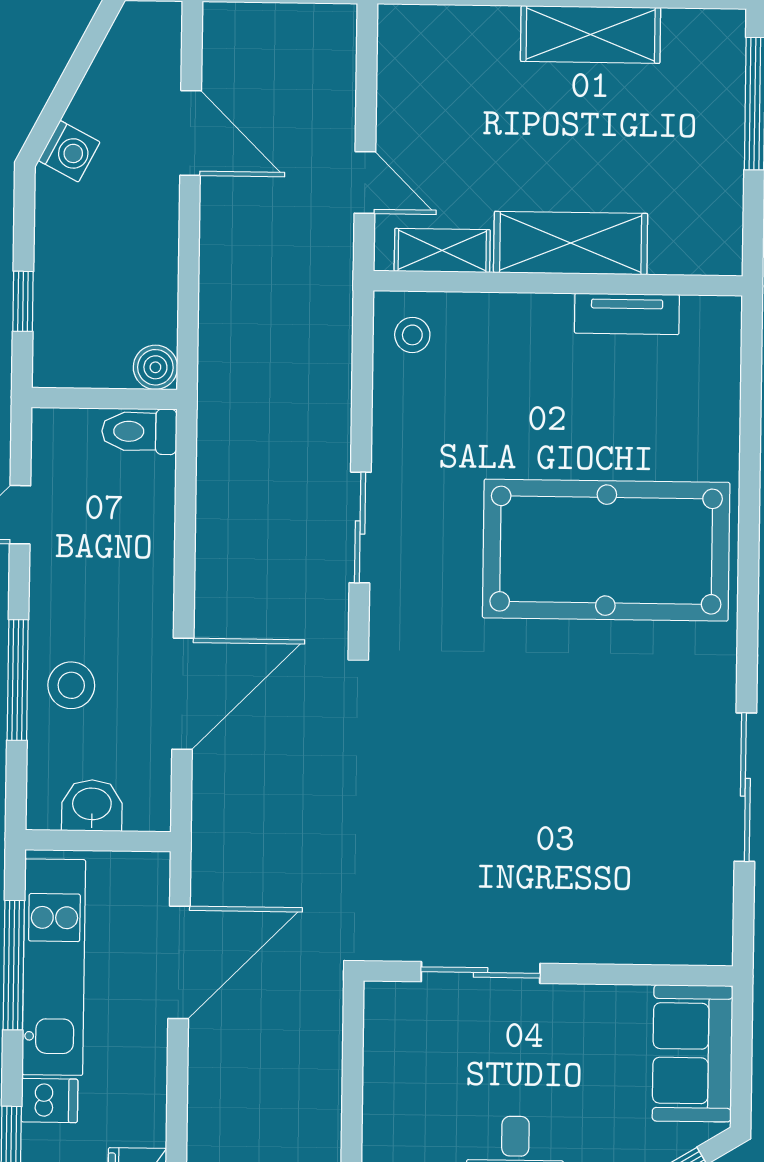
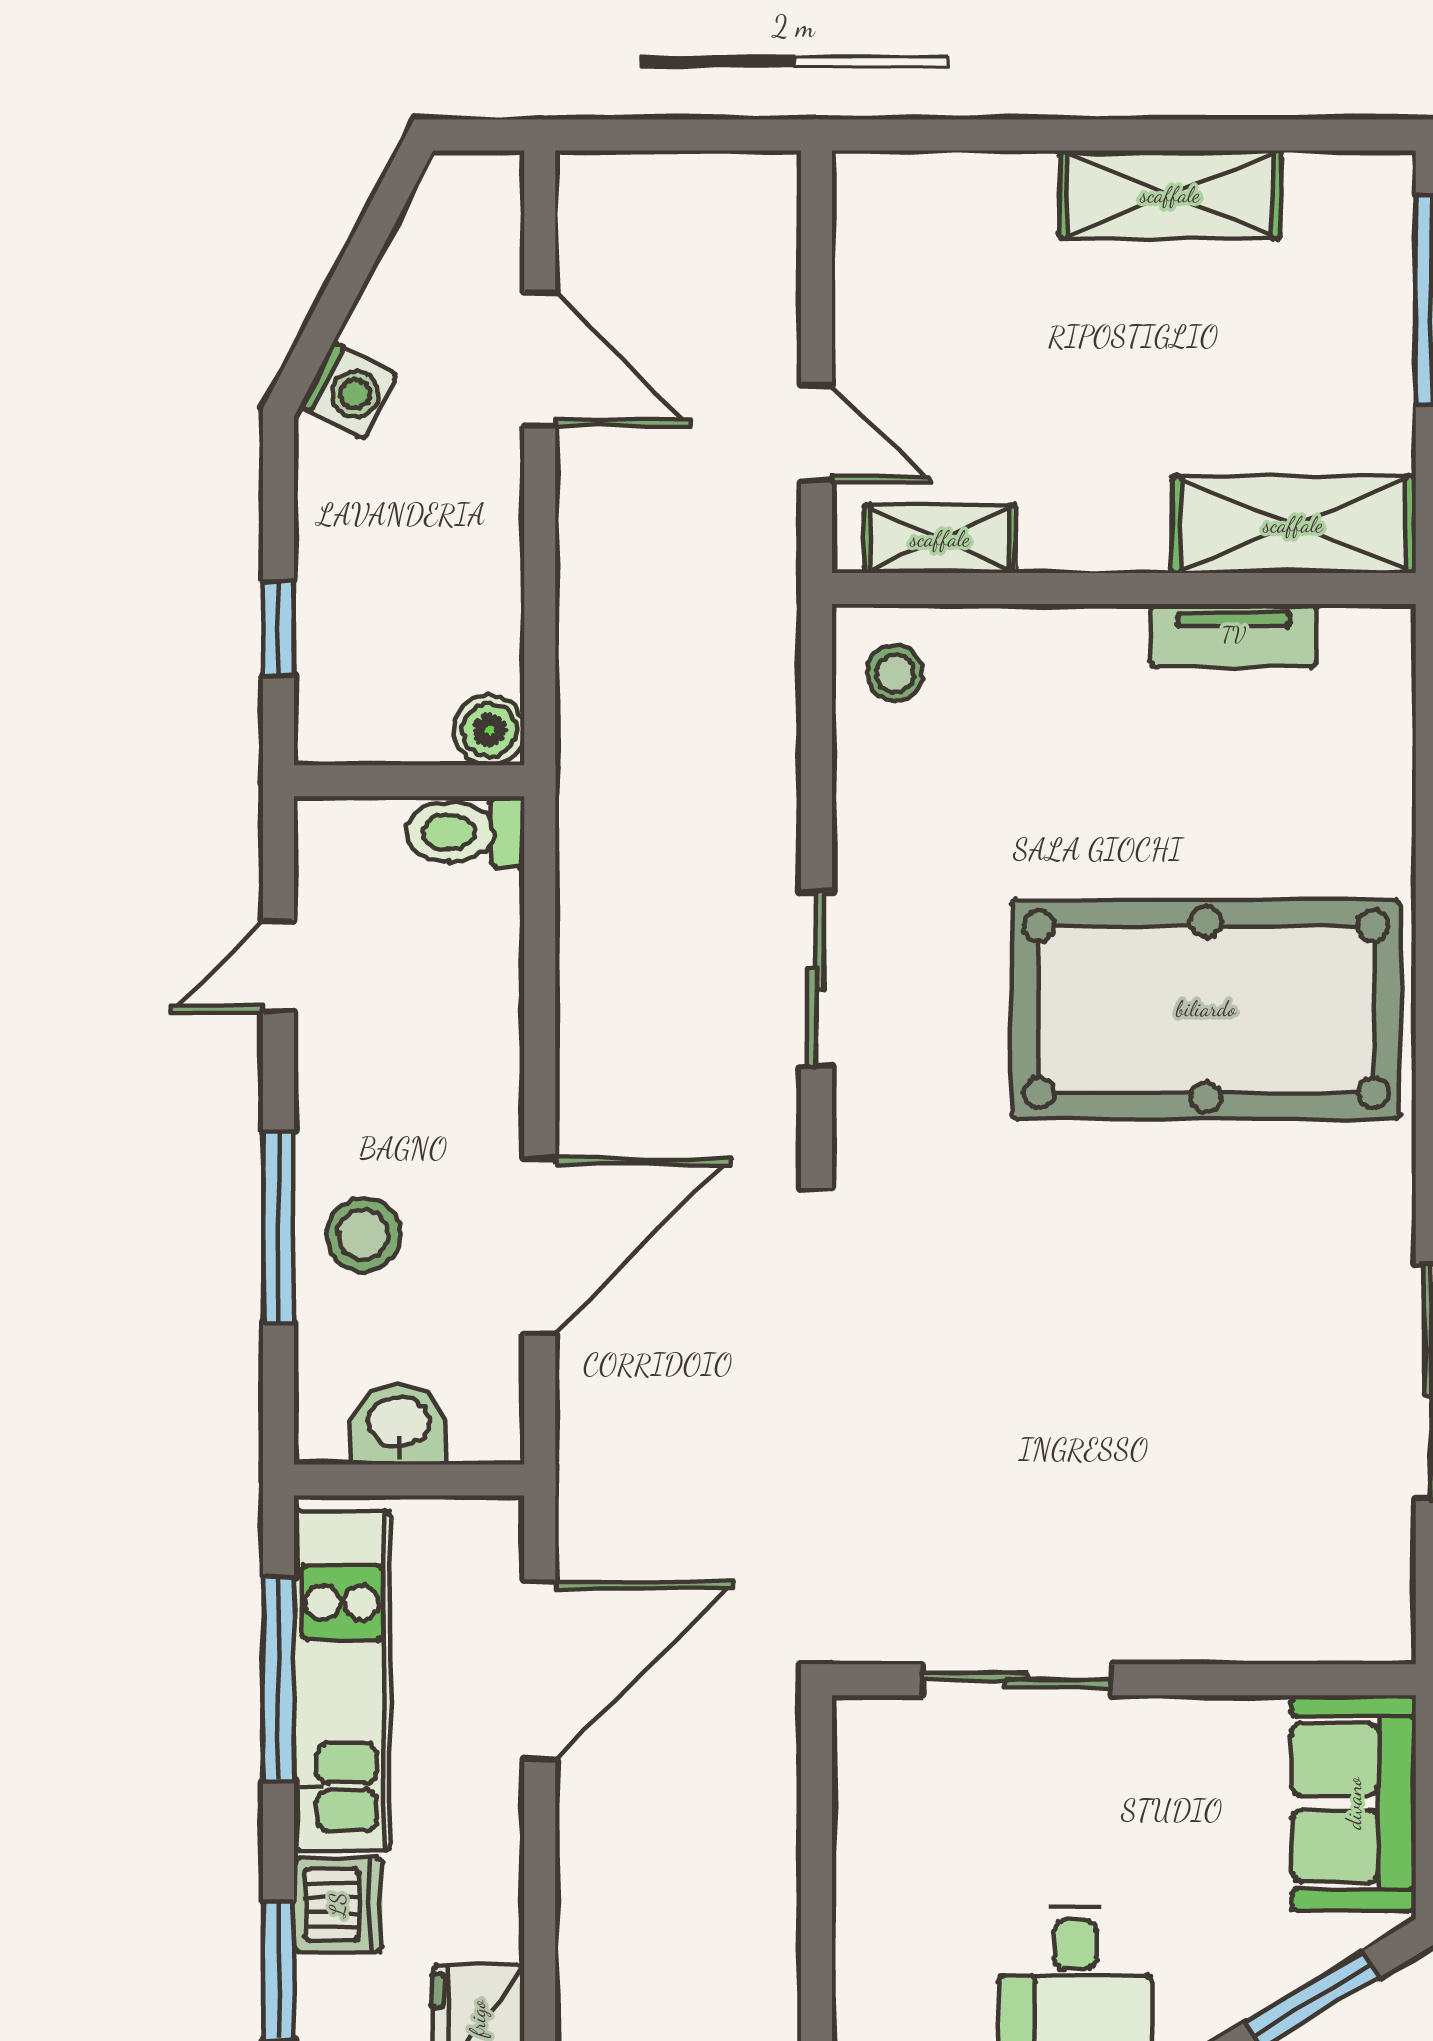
shelving: (571, 243) -> (1293, 525), moved
dishwasher: (50, 1101) -> (338, 1905), width x1.38

